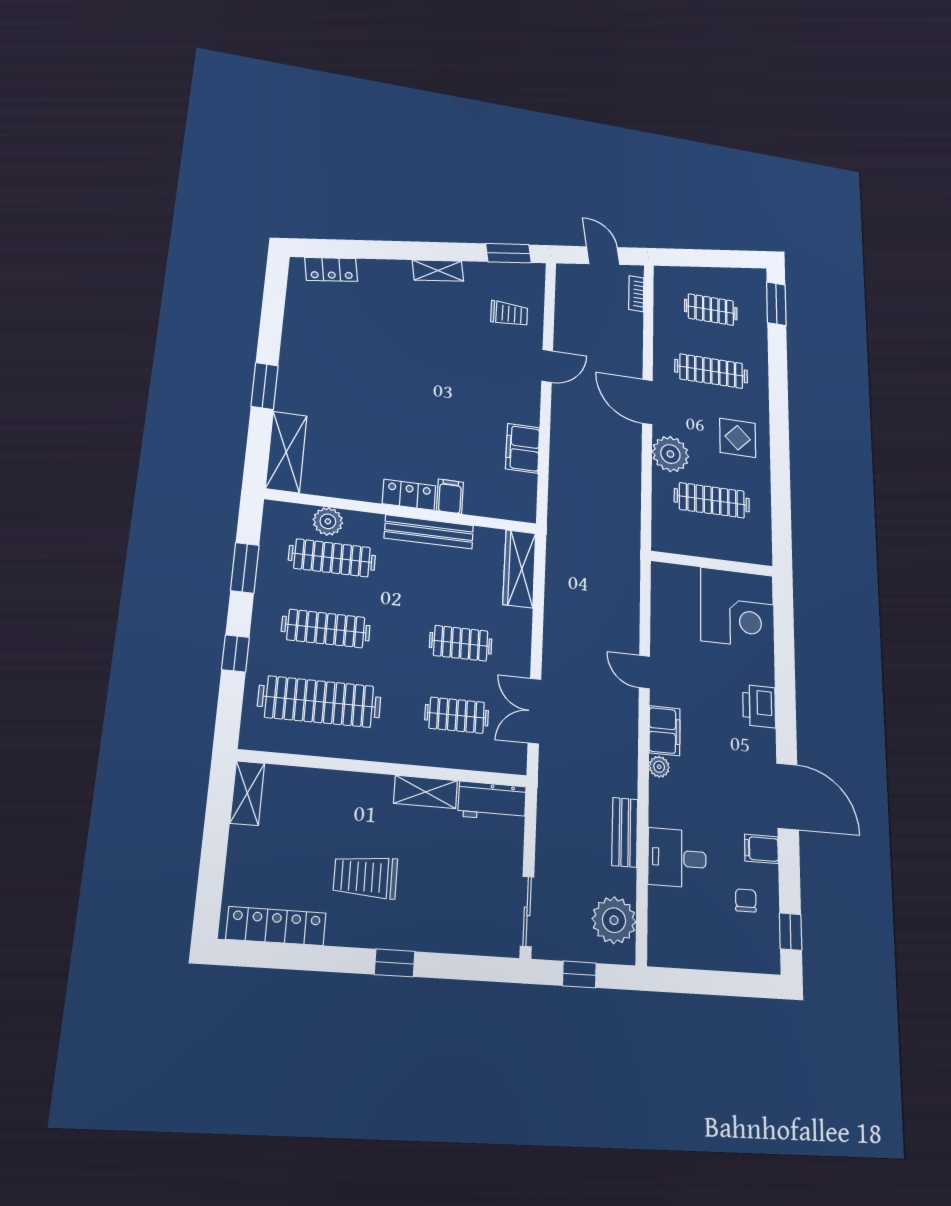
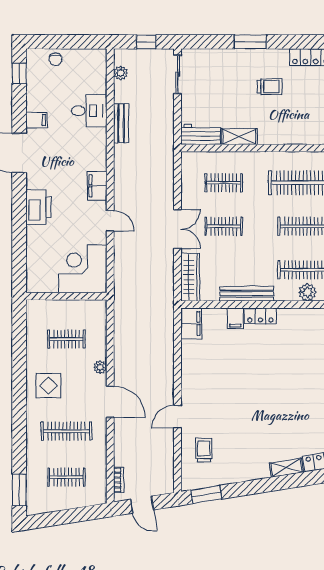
shelving: (438, 271) -> (286, 468), moved
trolley: (509, 314) -> (204, 450), turned 90
filing cabinet: (523, 448) -> (191, 323), moved
plant: (670, 454) -> (100, 367), width x0.53, depth x0.53
clothes rail: (712, 500) -> (66, 339), width x0.73
corner desk: (737, 608) -> (83, 269), moved
printer: (759, 706) -> (38, 207), width x1.37, depth x1.19
double door: (534, 711) -> (178, 229), moved
plant: (659, 767) -> (100, 164), removed
trolley: (365, 877) -> (270, 87), width x0.73, depth x0.72
chair: (746, 900) -> (55, 59), moved
plant: (614, 920) -> (121, 73), width x0.53, depth x0.53
window: (395, 963) -> (250, 42), width x1.50

